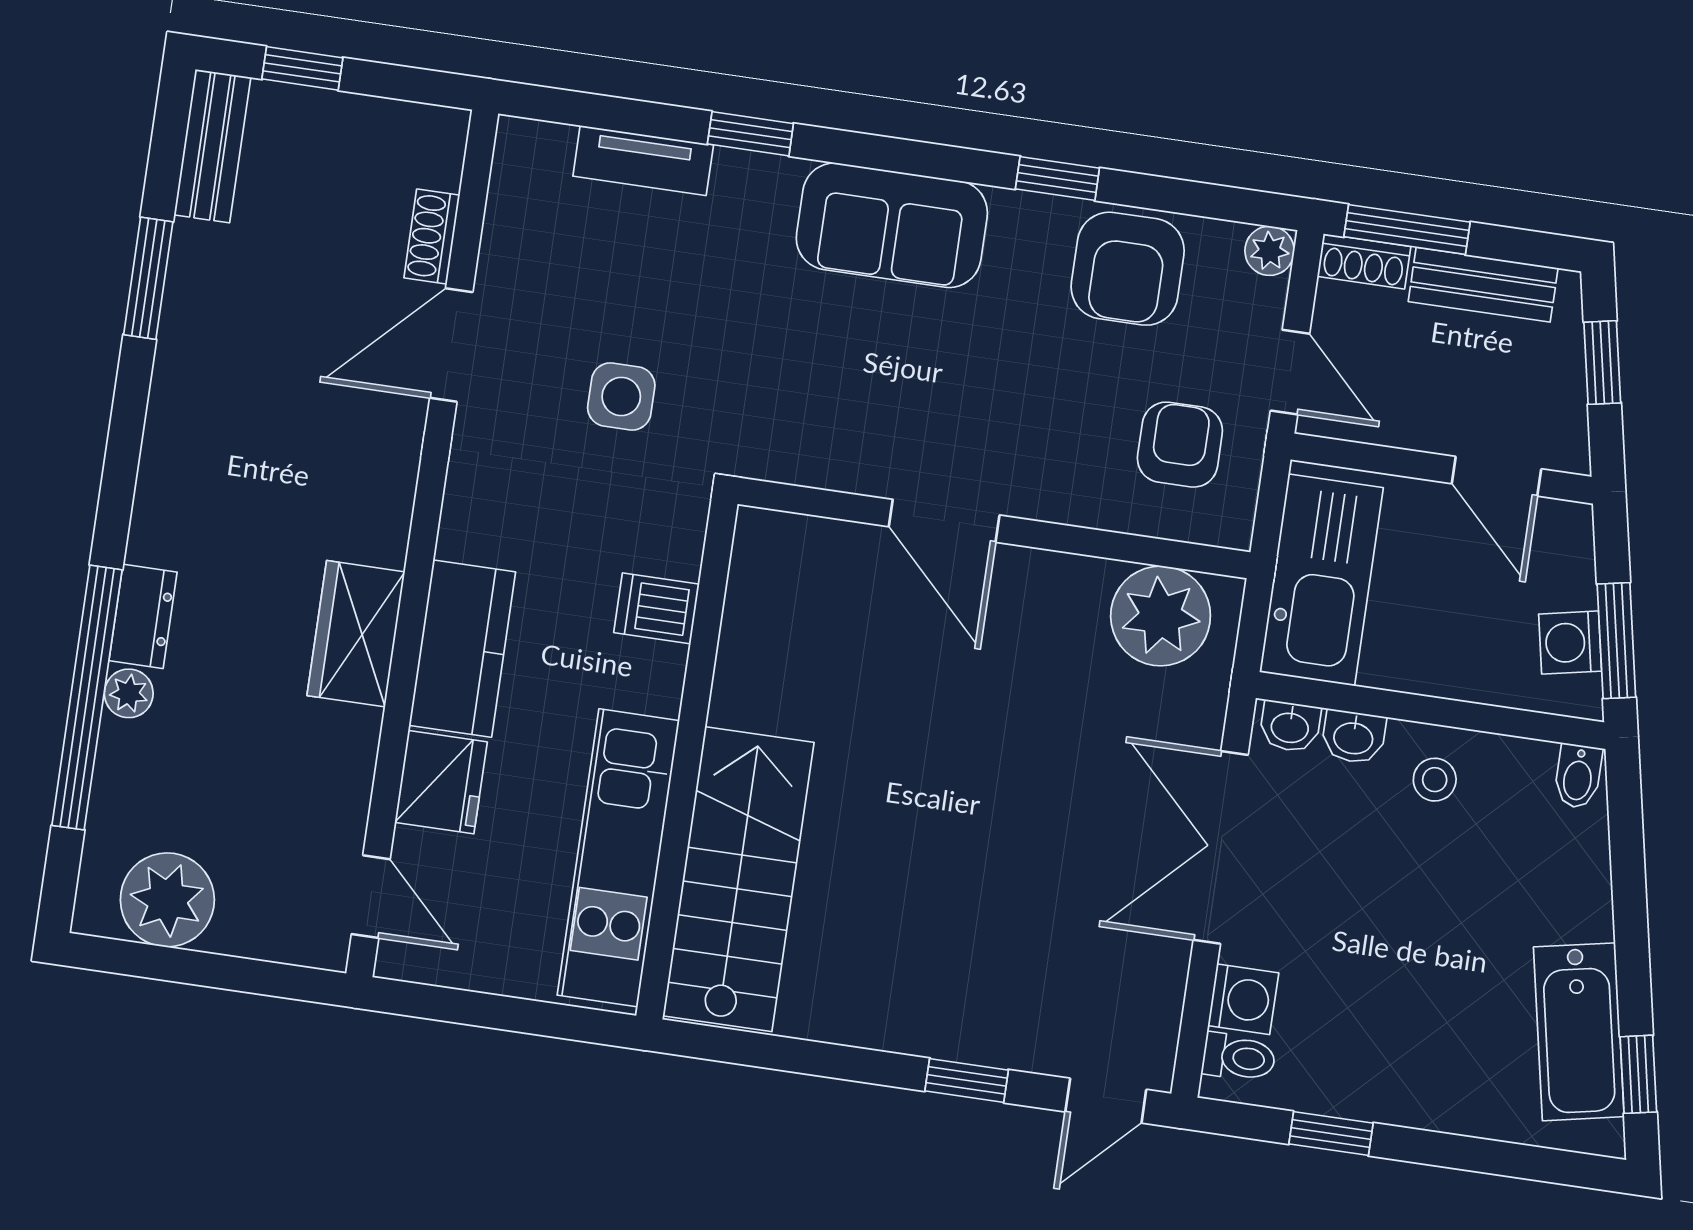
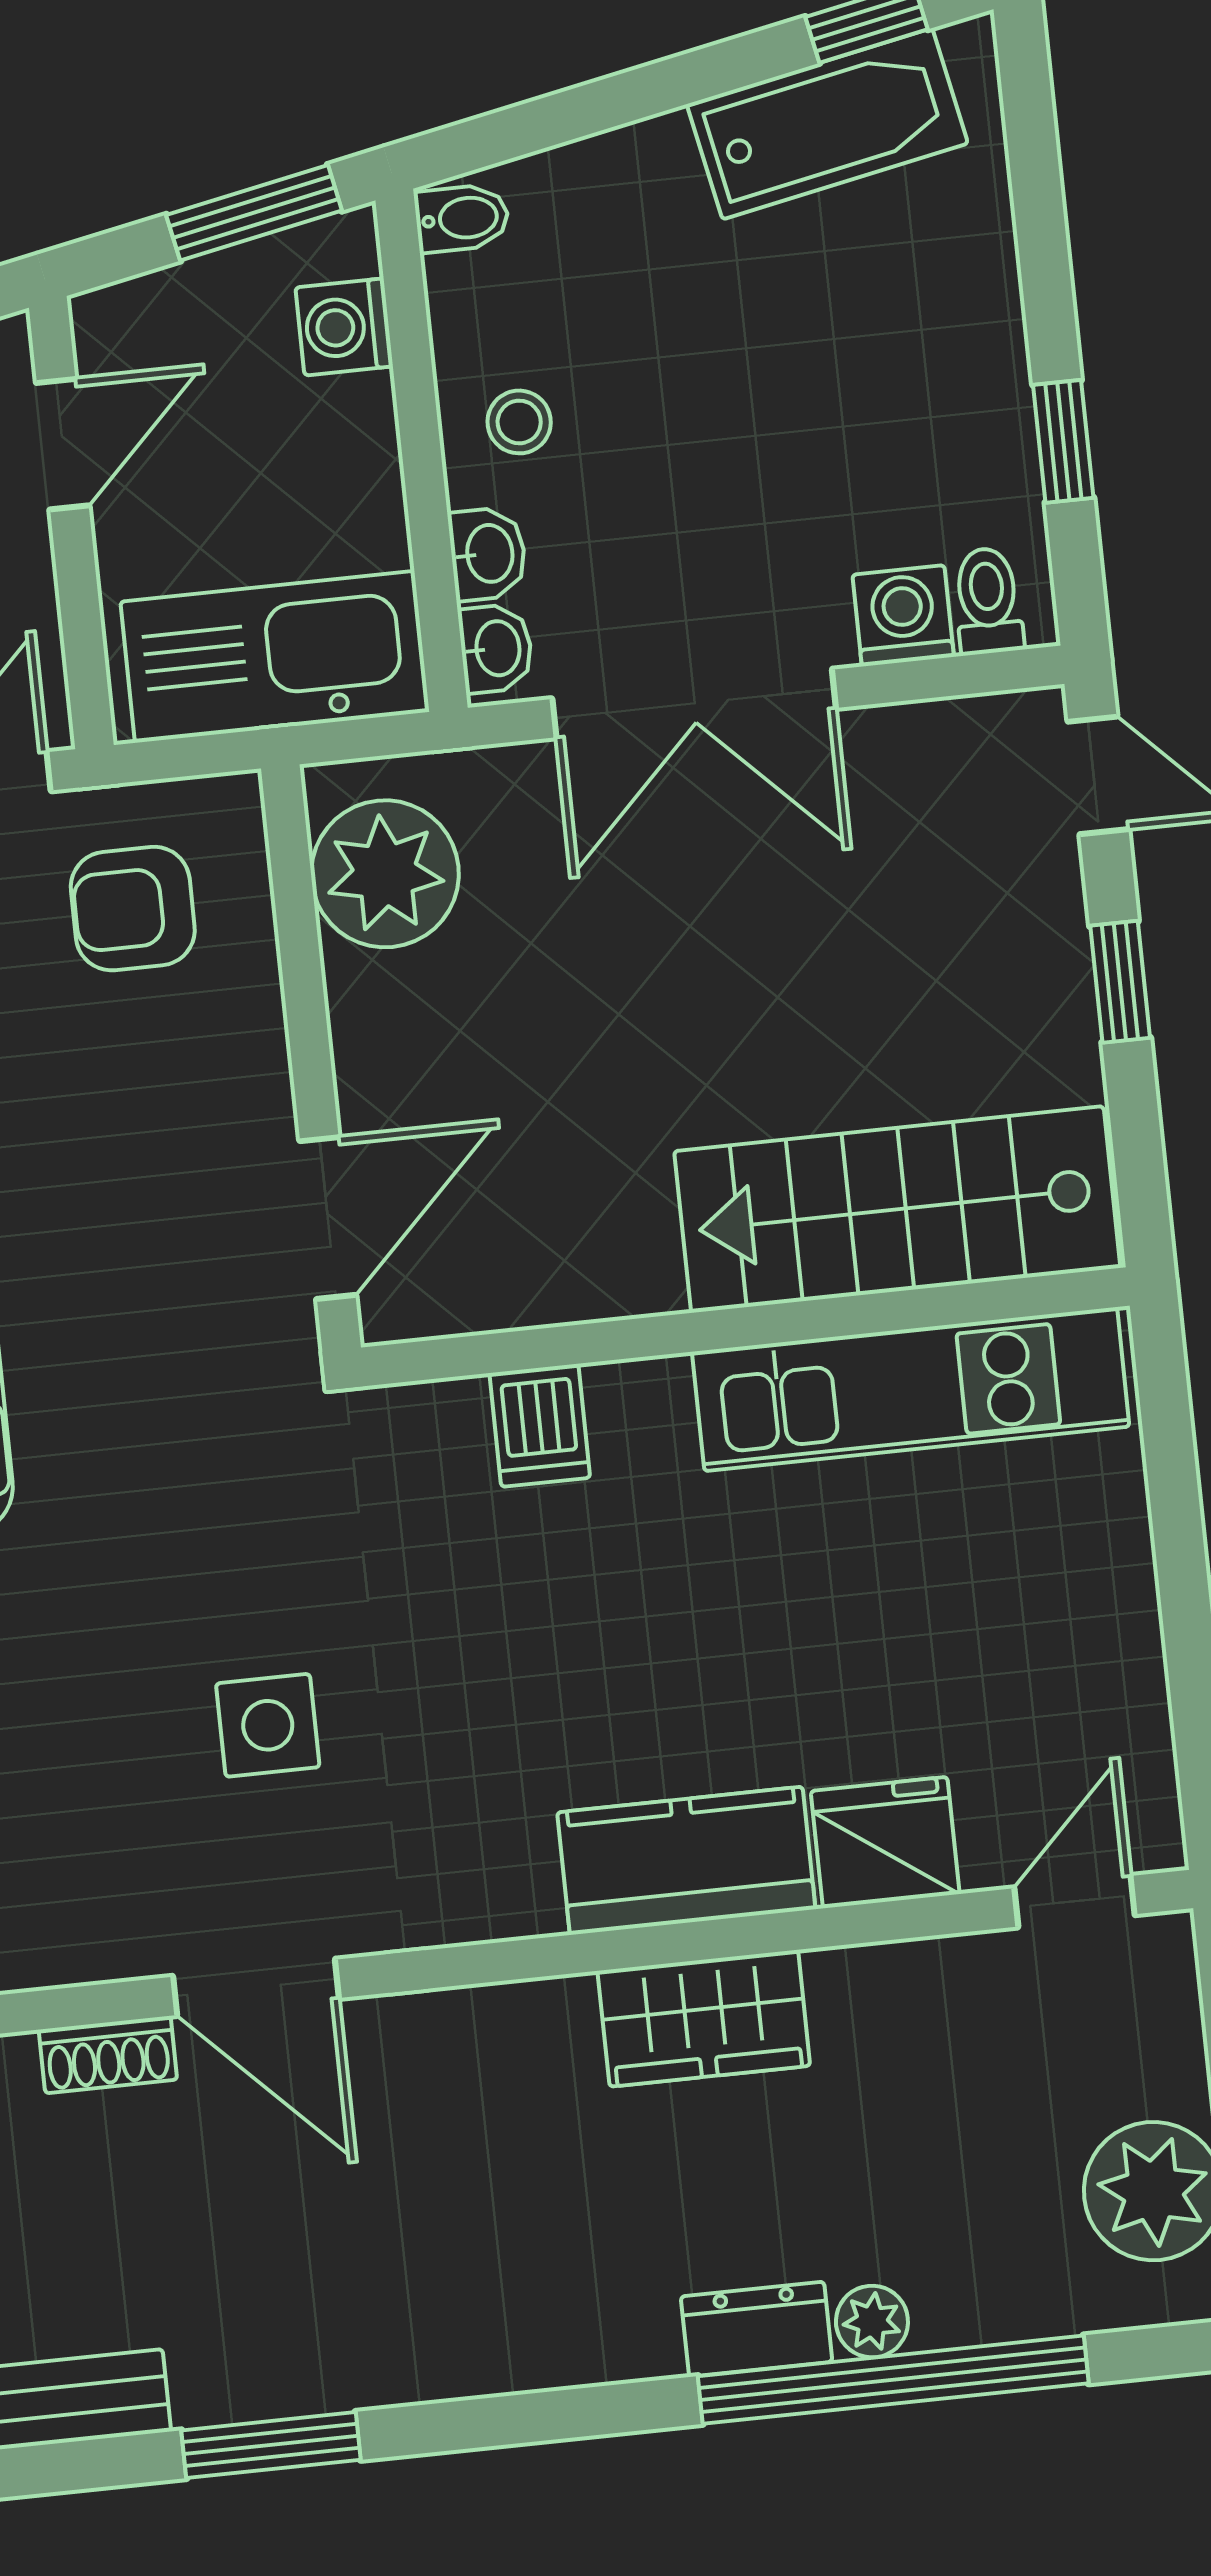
dishwasher: (657, 608) -> (540, 1425), moved
washing machine: (1570, 643) -> (344, 327), moved, turned 101
wall: (687, 760) -> (745, 1327), moved
kitchen unit: (618, 858) -> (911, 1389), moved
stairs: (738, 879) -> (897, 1209), moved

